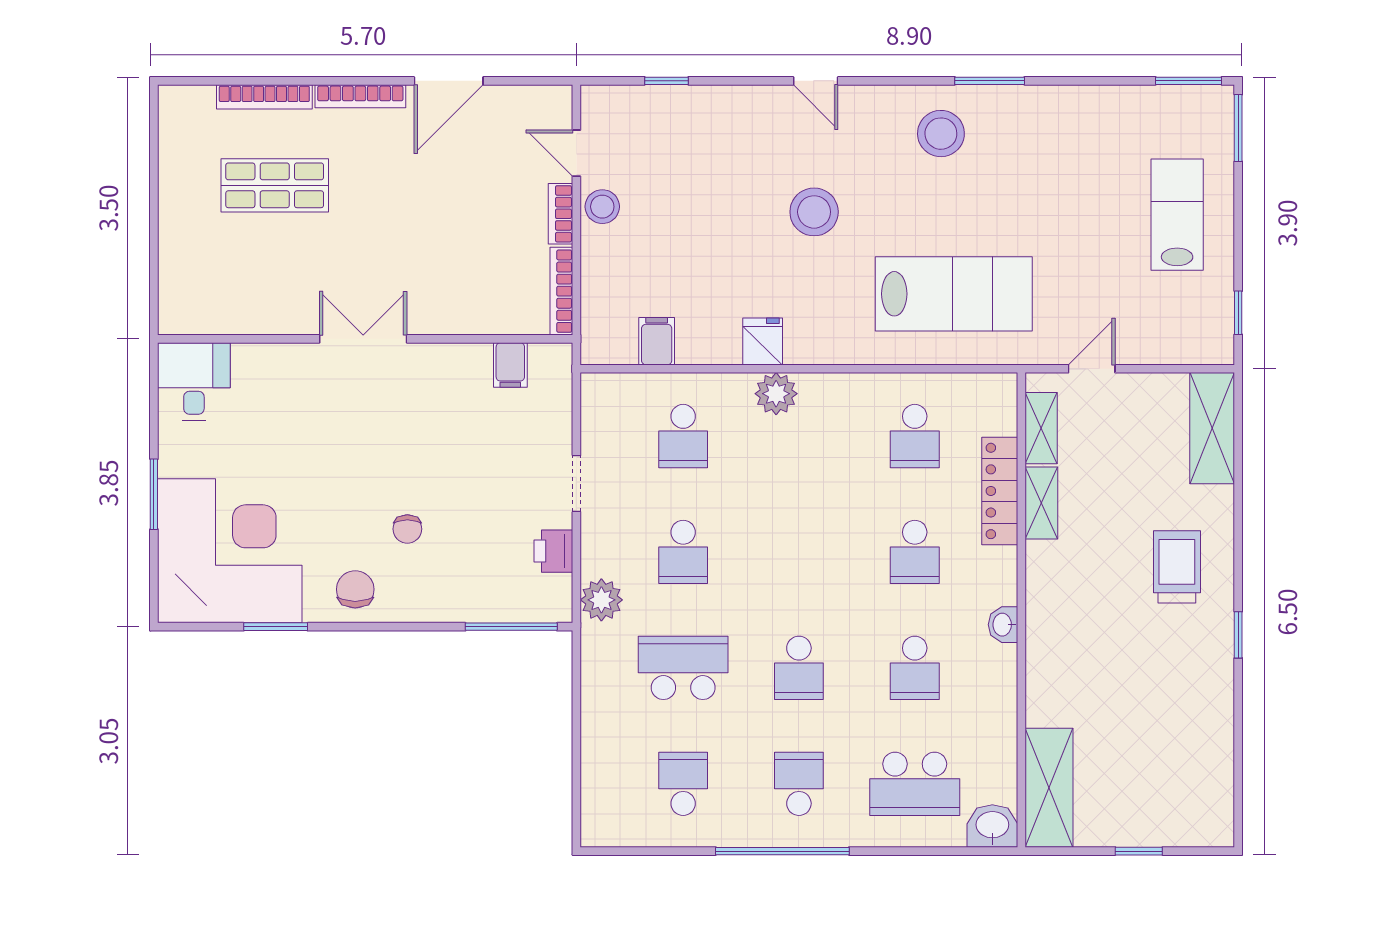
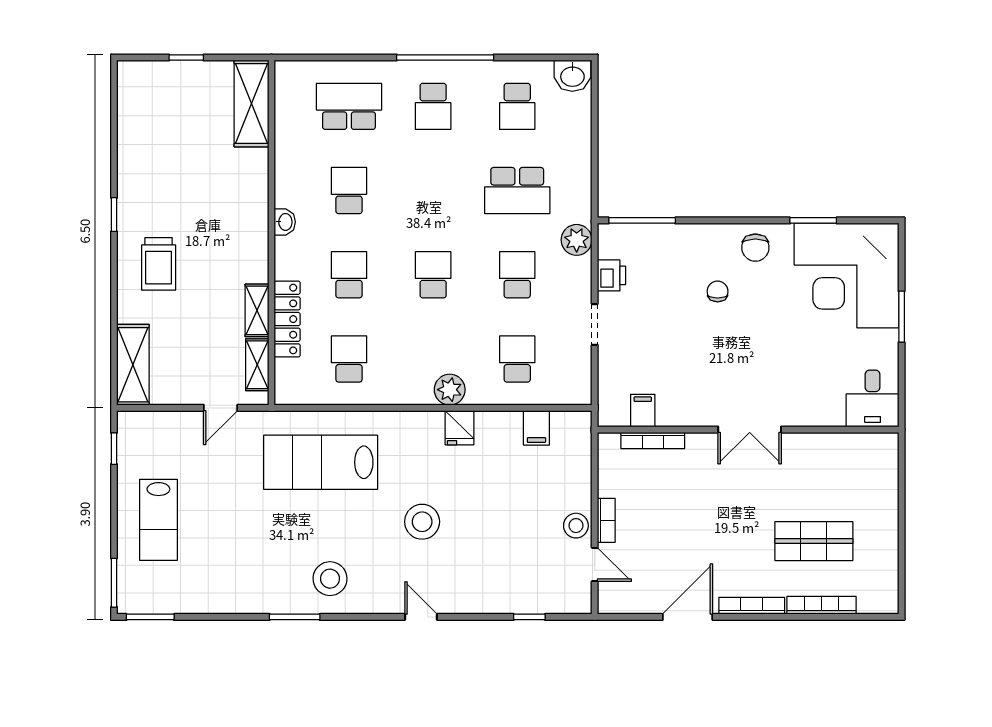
bookcase: (561, 291) -> (653, 440), moved, turned 90
school desk: (799, 668) -> (433, 275), moved
washbasin: (992, 826) -> (572, 76), moved

